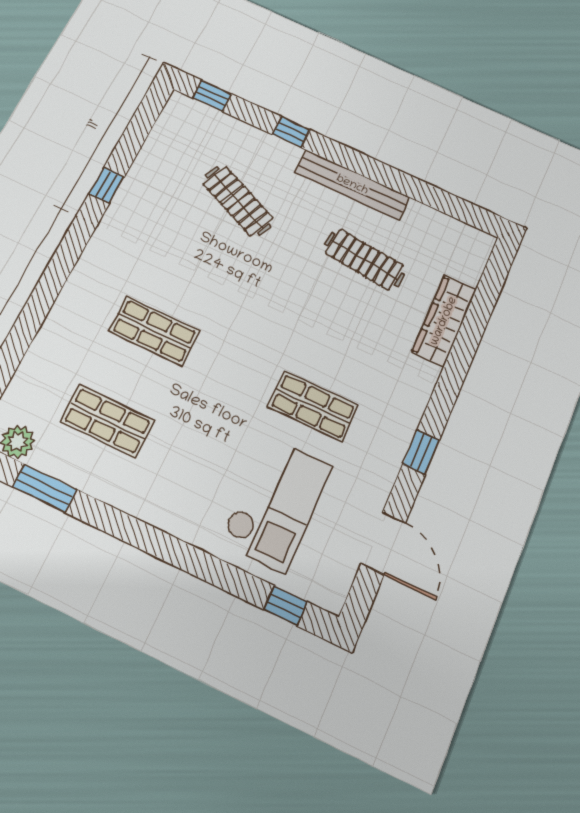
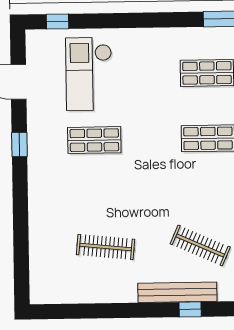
bench: (352, 185) -> (177, 292), moved
wardrobe: (444, 321) -> (40, 232), removed

